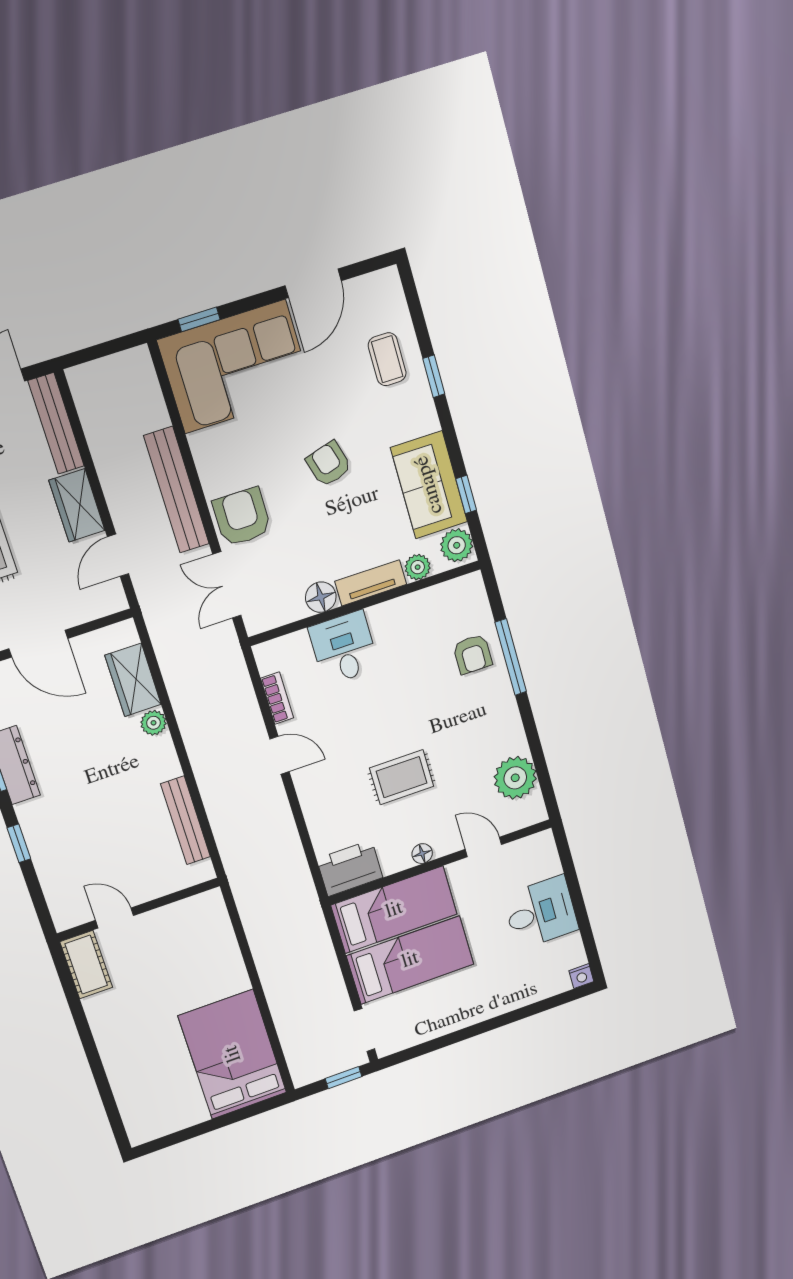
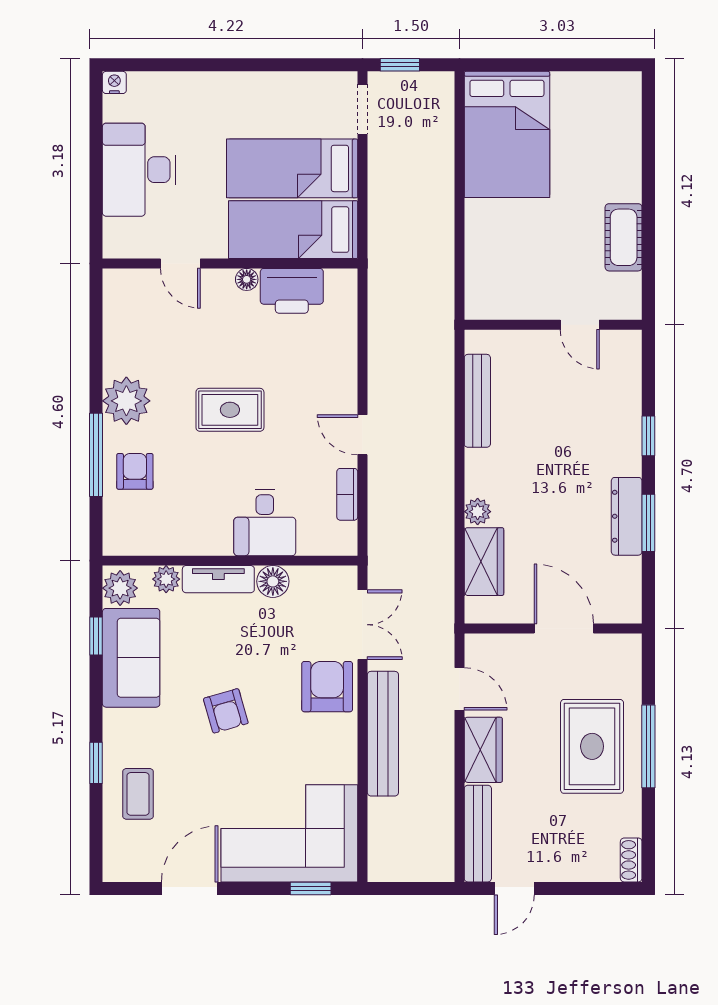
armchair: (242, 517) -> (327, 687), turned 180
door: (118, 555) -> (459, 689), hinge flipped
rug: (402, 777) -> (230, 410), moved
plant: (515, 778) -> (126, 401), moved
printer: (350, 868) -> (292, 291), moved
desk: (541, 912) -> (139, 170), width x1.37
cot: (86, 965) -> (624, 237), moved

